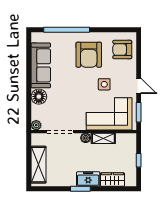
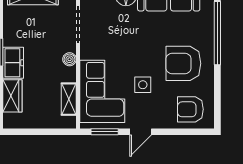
armchair: (122, 50) -> (190, 109), turned -90
shelving: (103, 138) -> (69, 99), moved
window: (139, 160) -> (39, 132), removed

